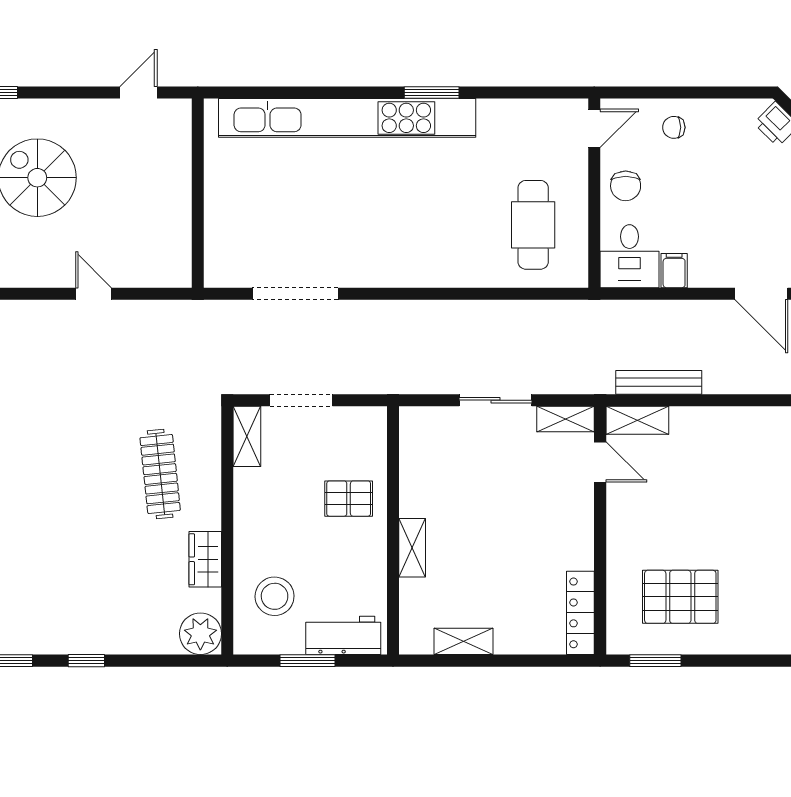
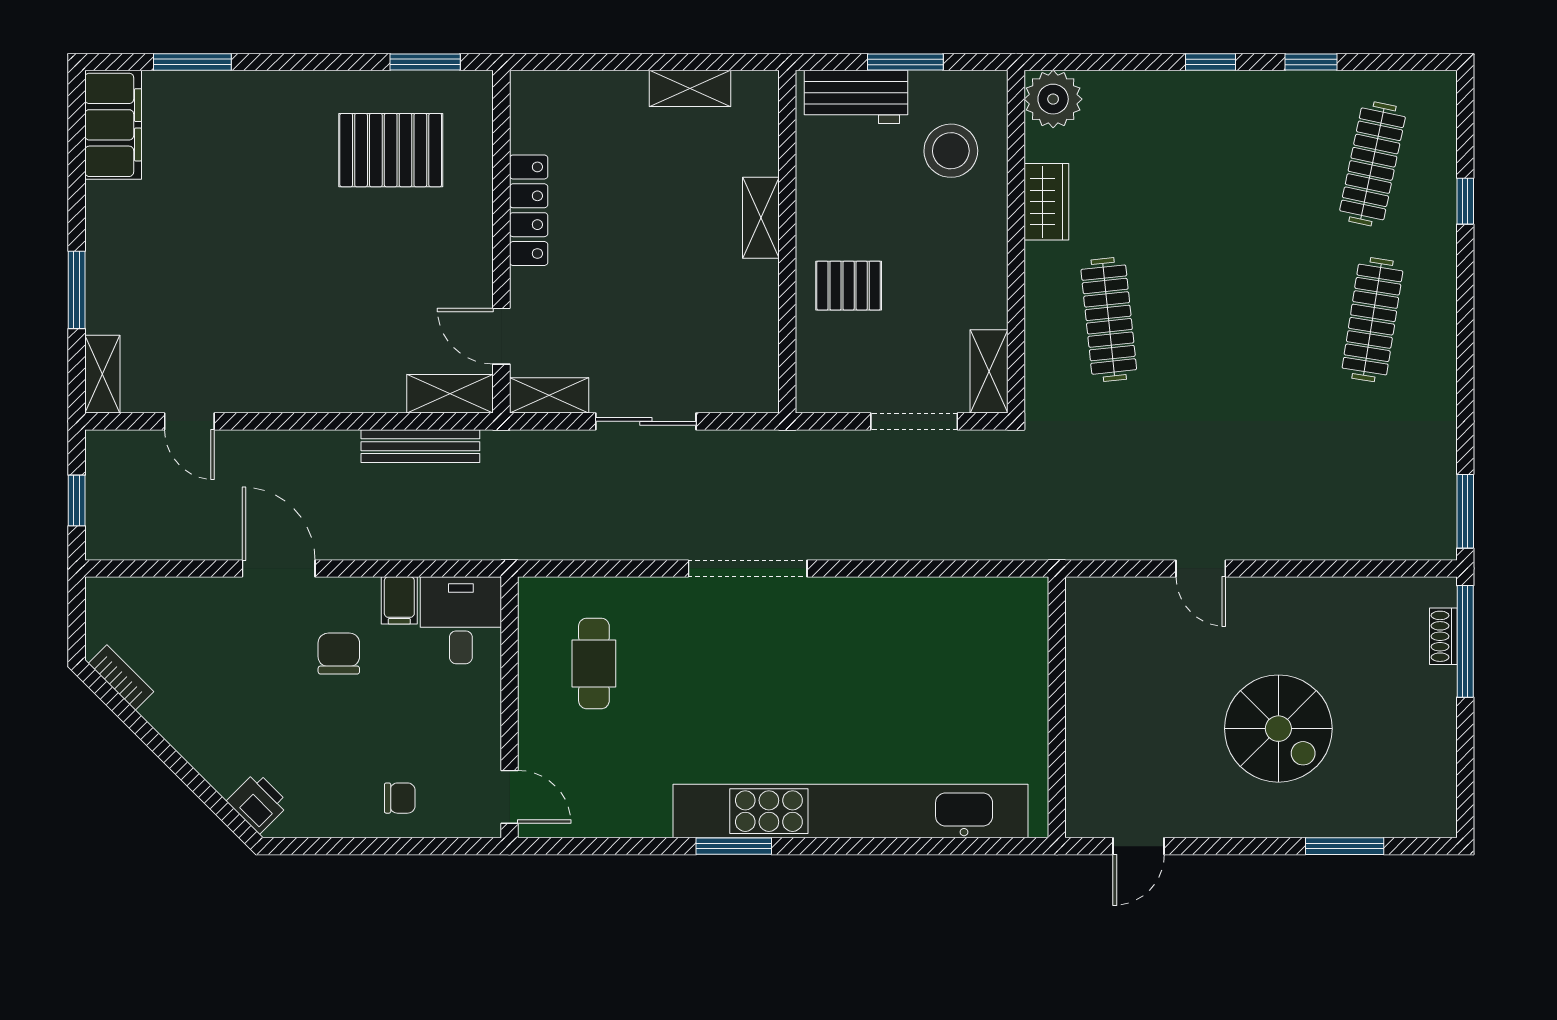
door: (594, 128) -> (510, 797), swing flipped
chair: (626, 186) -> (339, 654), moved
cafe table: (533, 225) -> (594, 663), width x0.73, depth x0.74
doorway: (295, 294) -> (748, 568), moved
locker: (580, 613) -> (529, 210), moved

